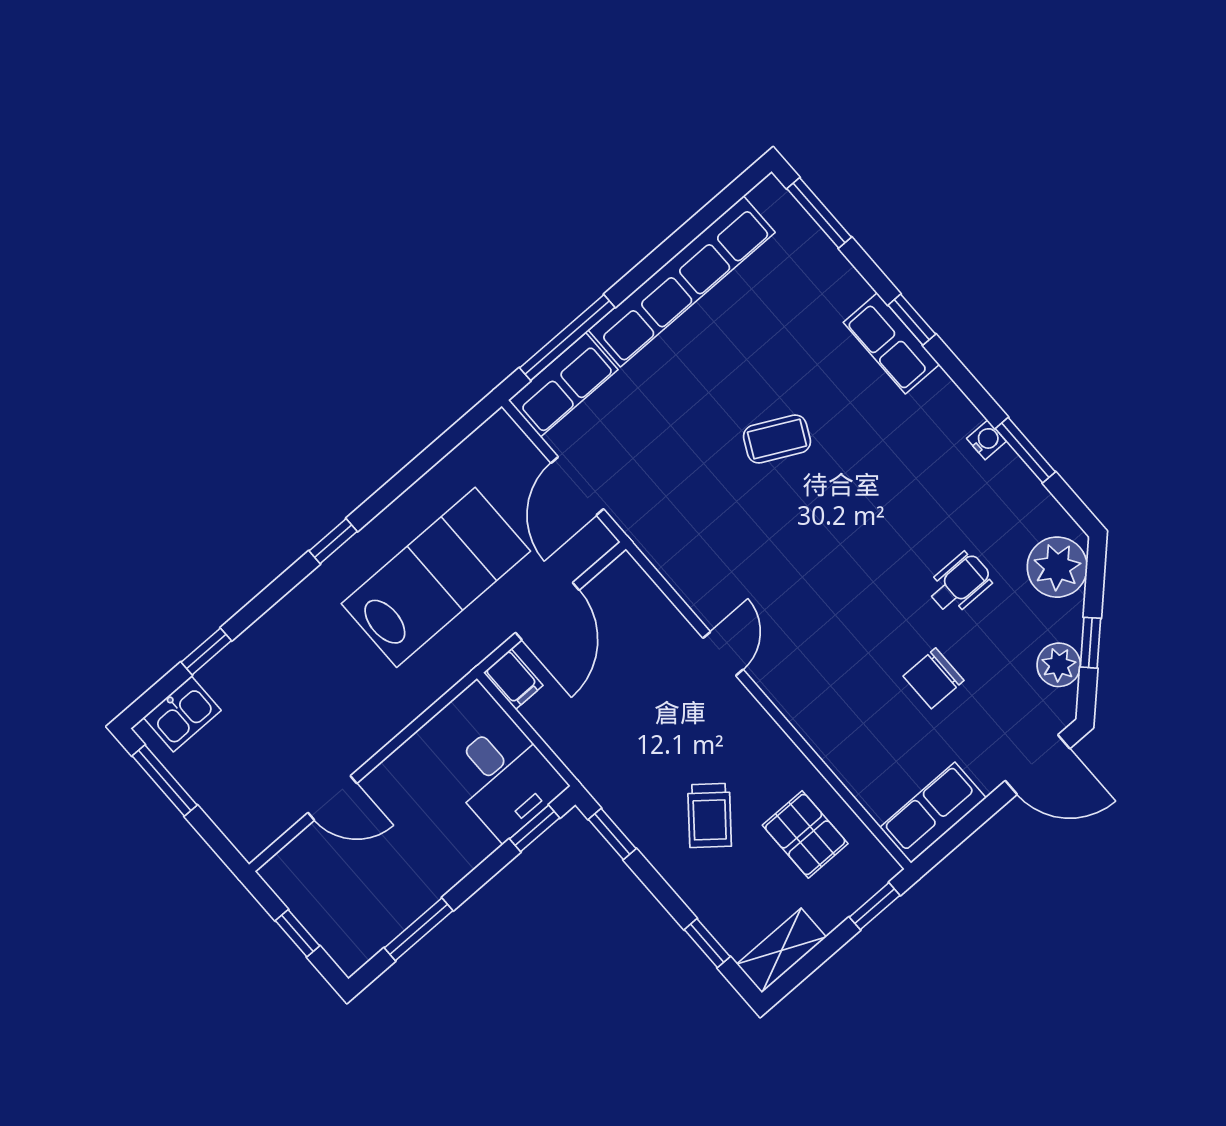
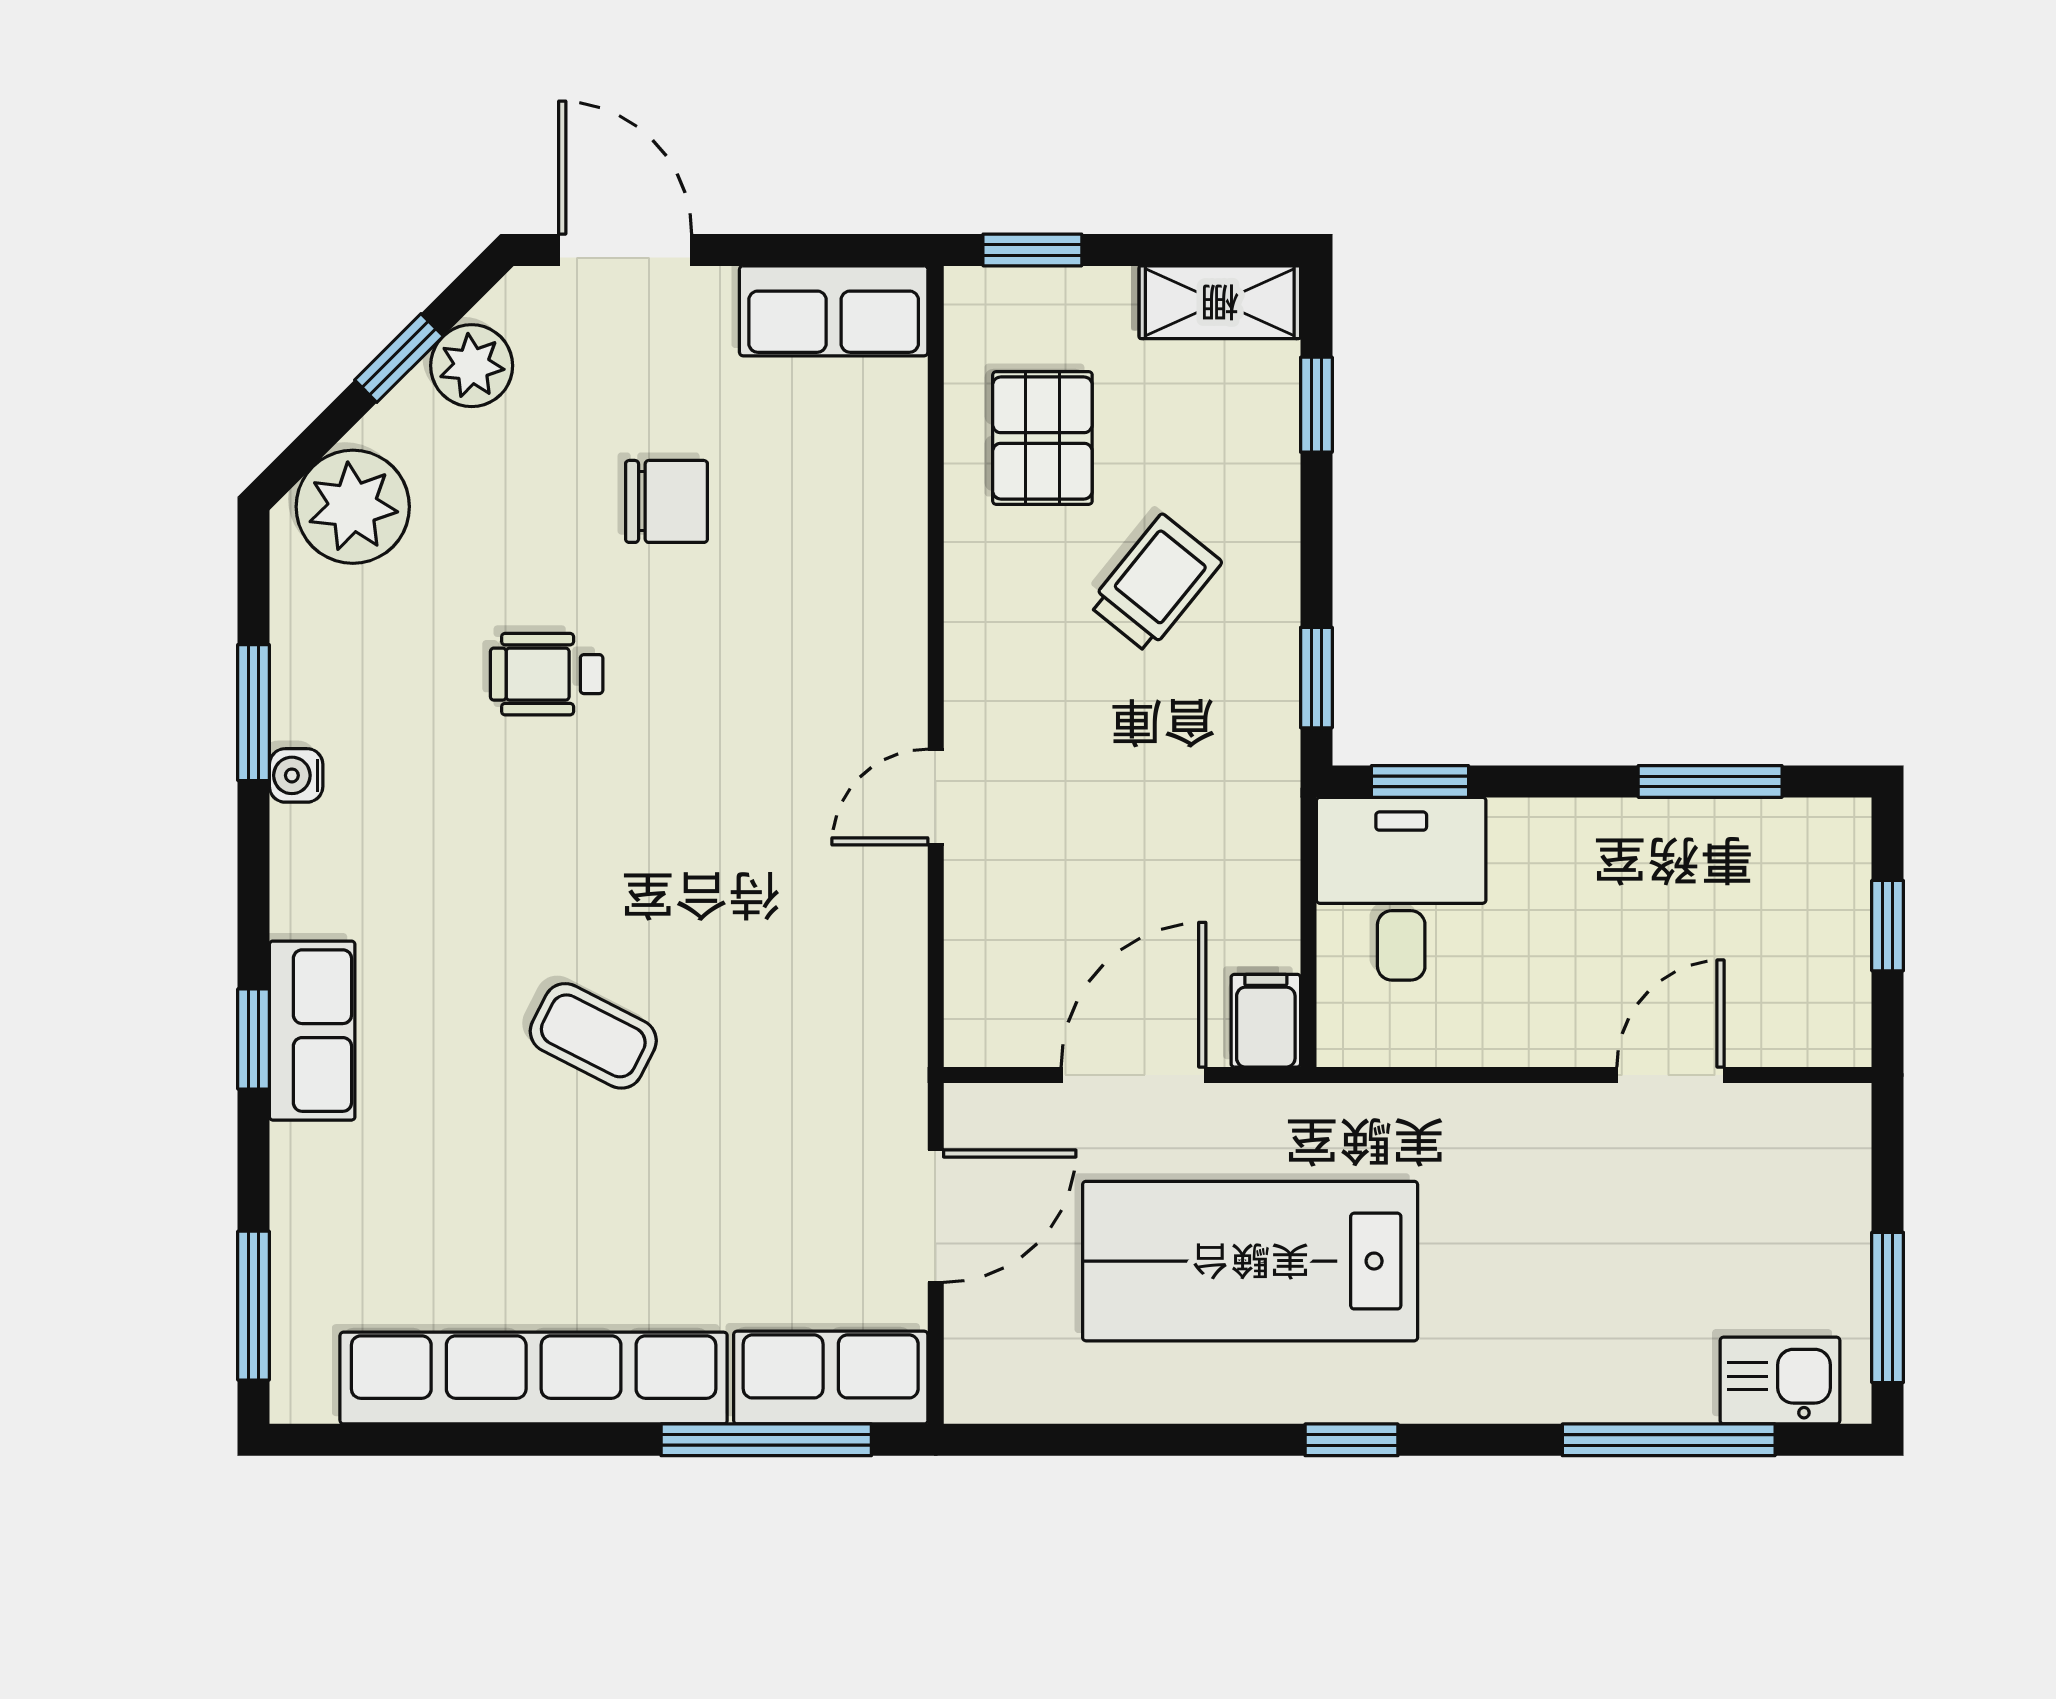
wheelchair: (960, 583) -> (547, 674), moved
window: (206, 651) -> (1669, 1440), width x2.17
door: (332, 798) -> (1670, 1075), hinge flipped

